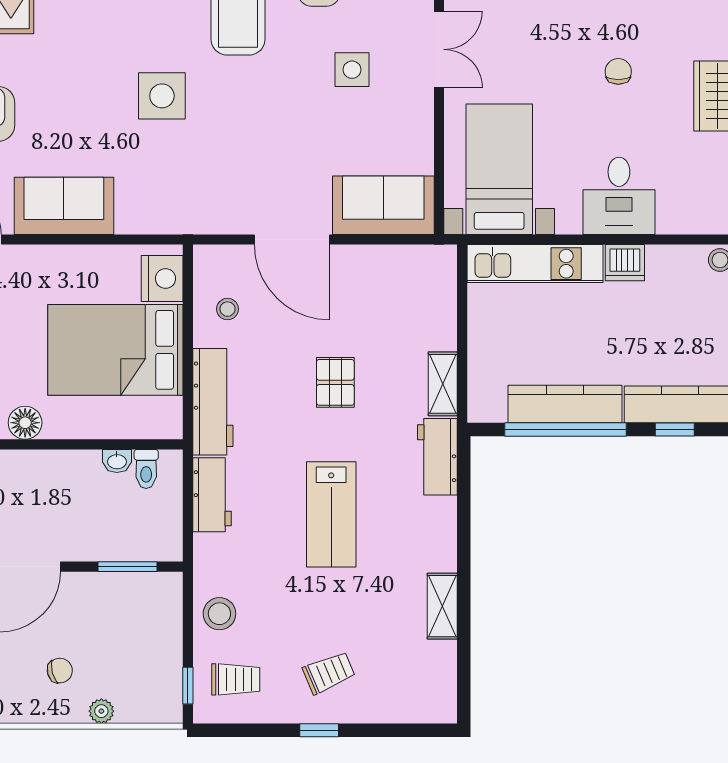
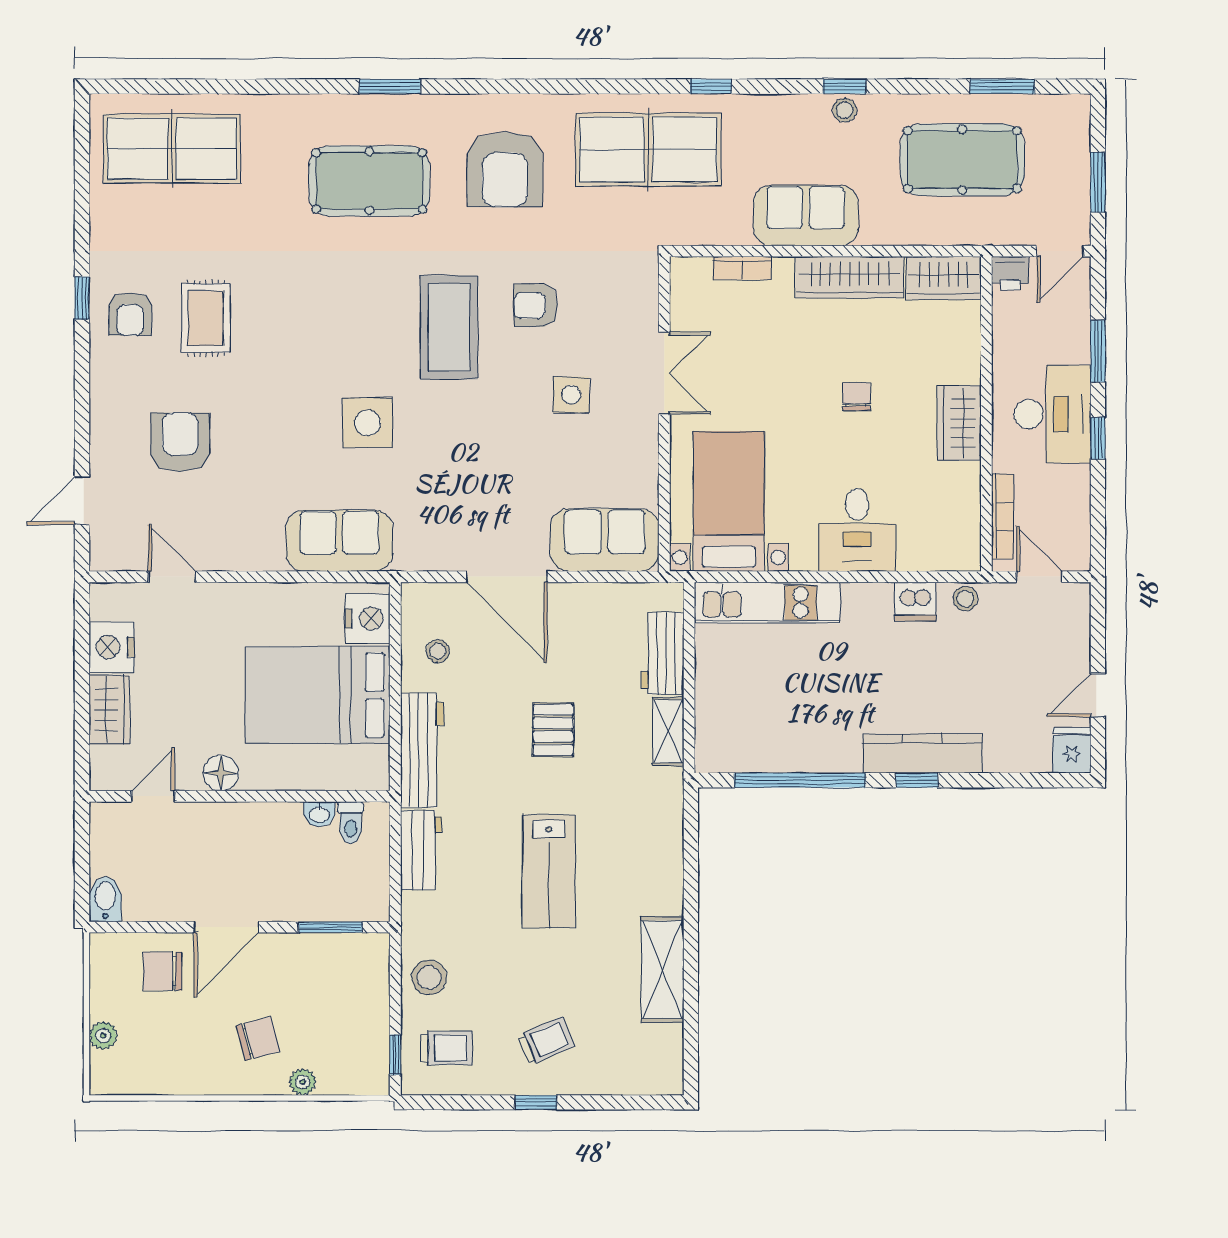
sofa: (64, 206) -> (339, 541), moved
dishwasher: (625, 263) -> (915, 602), moved
kitchen counter: (565, 404) -> (799, 753), removed
workbench: (437, 457) -> (663, 653), moved
shelving: (442, 606) -> (663, 969), width x1.50, depth x1.33
chair: (60, 671) -> (258, 1039), width x1.37, depth x1.37

